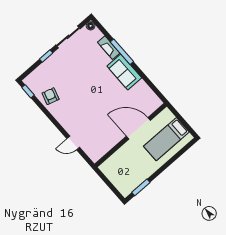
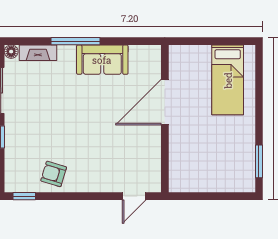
fireplace: (109, 48) -> (38, 53), moved
door: (138, 128) -> (165, 102), moved
wall: (131, 135) -> (165, 119), moved

